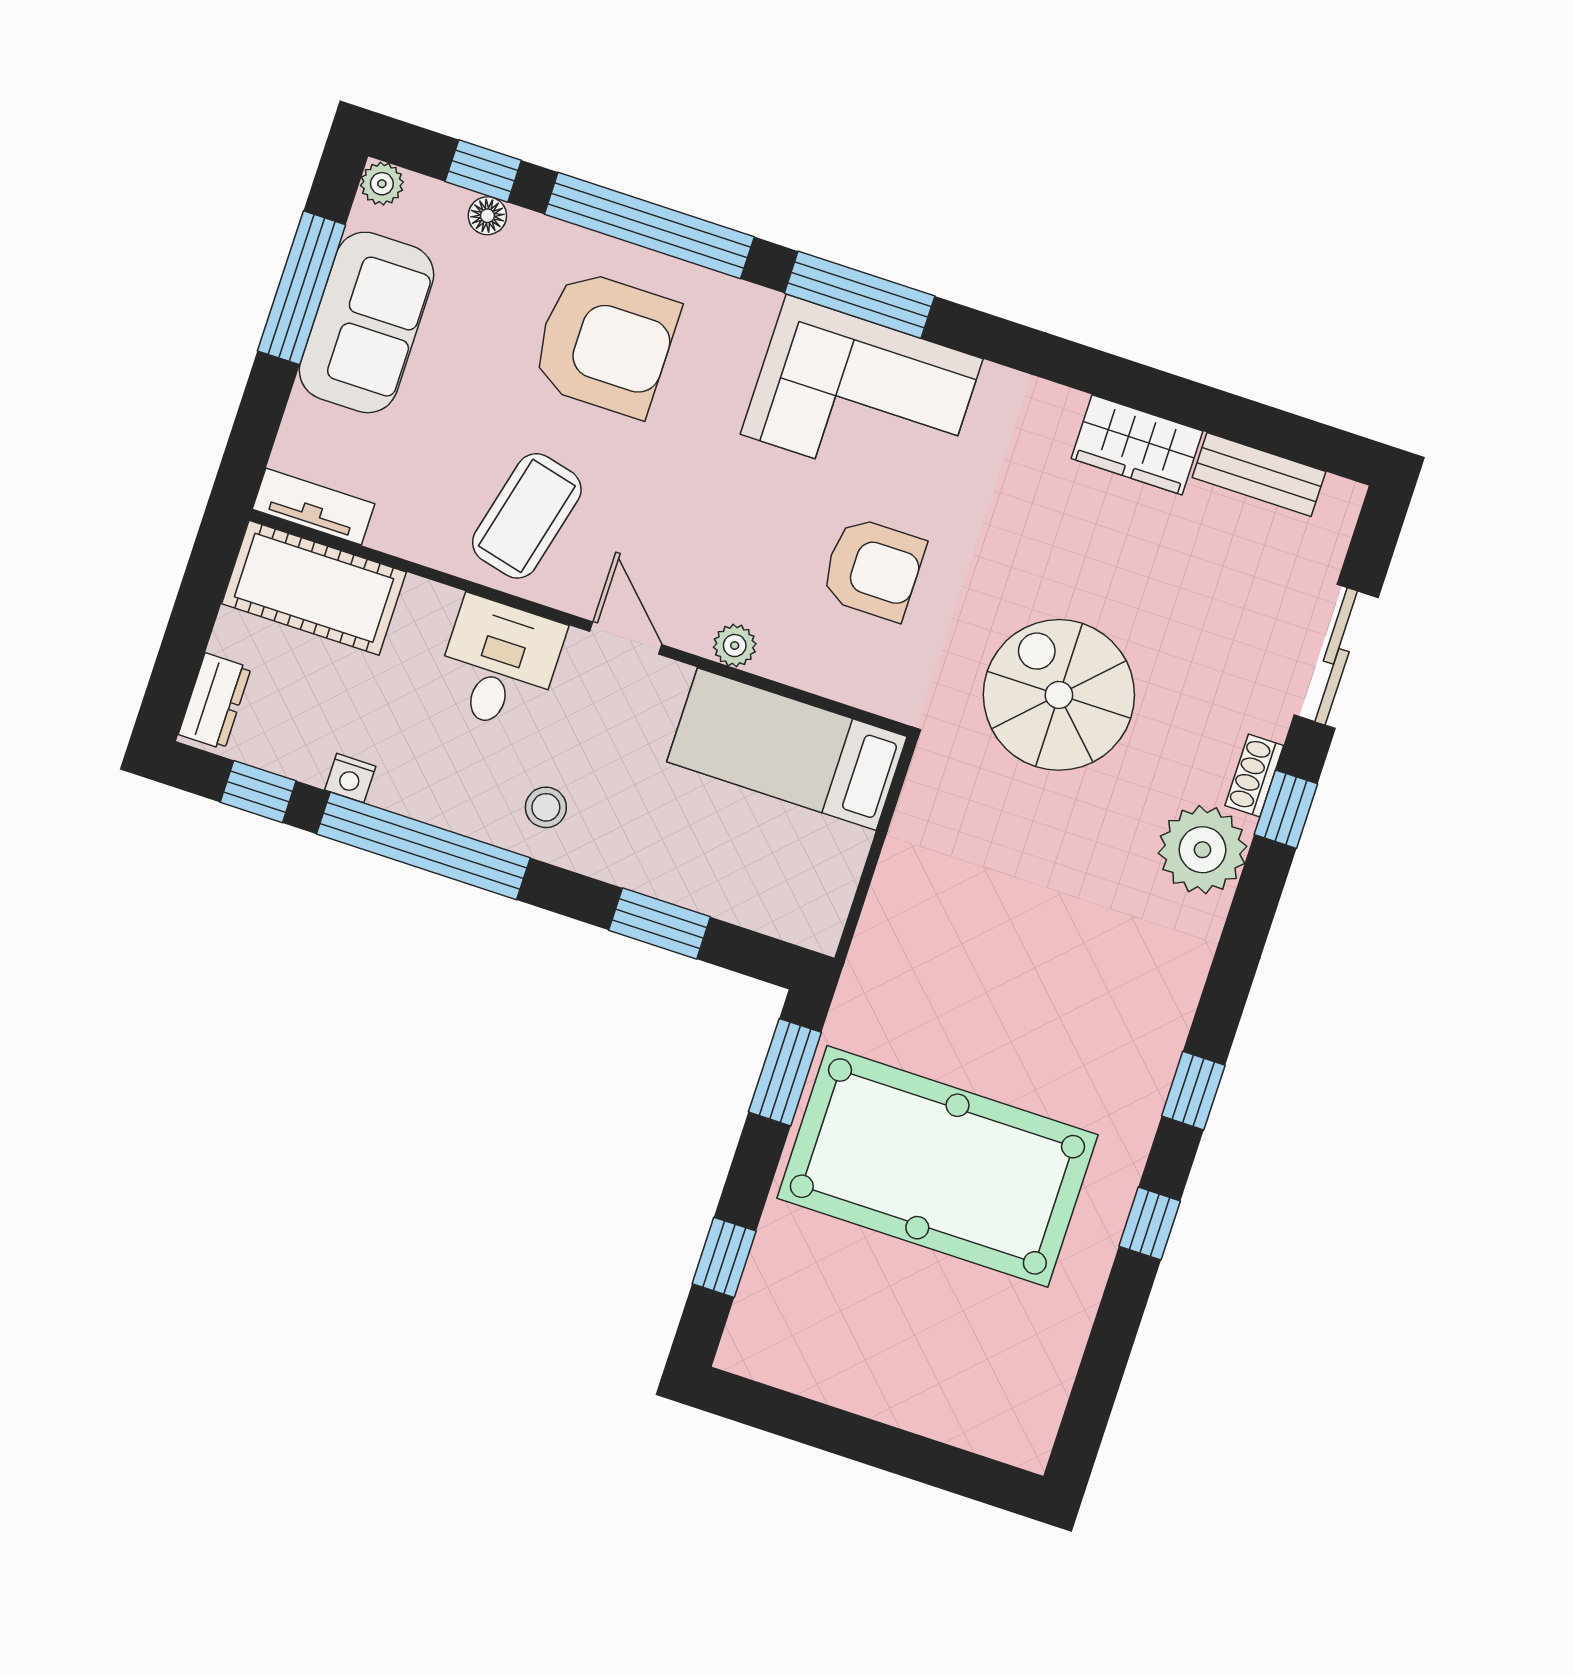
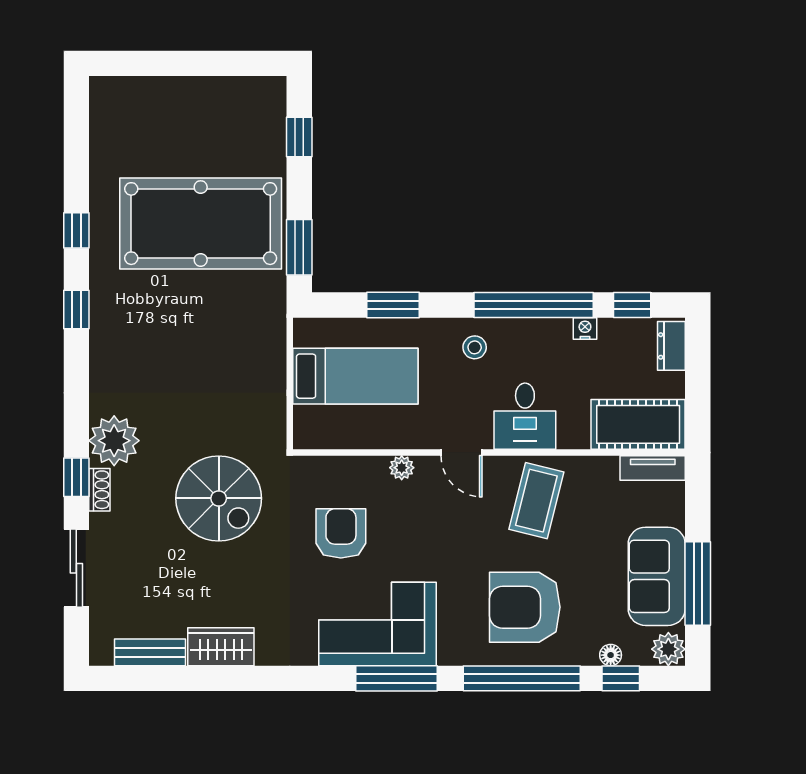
plant: (382, 184) -> (668, 649), width x1.38, depth x1.38
armchair: (873, 569) -> (341, 533), turned 90
bed: (787, 749) -> (355, 376), moved

